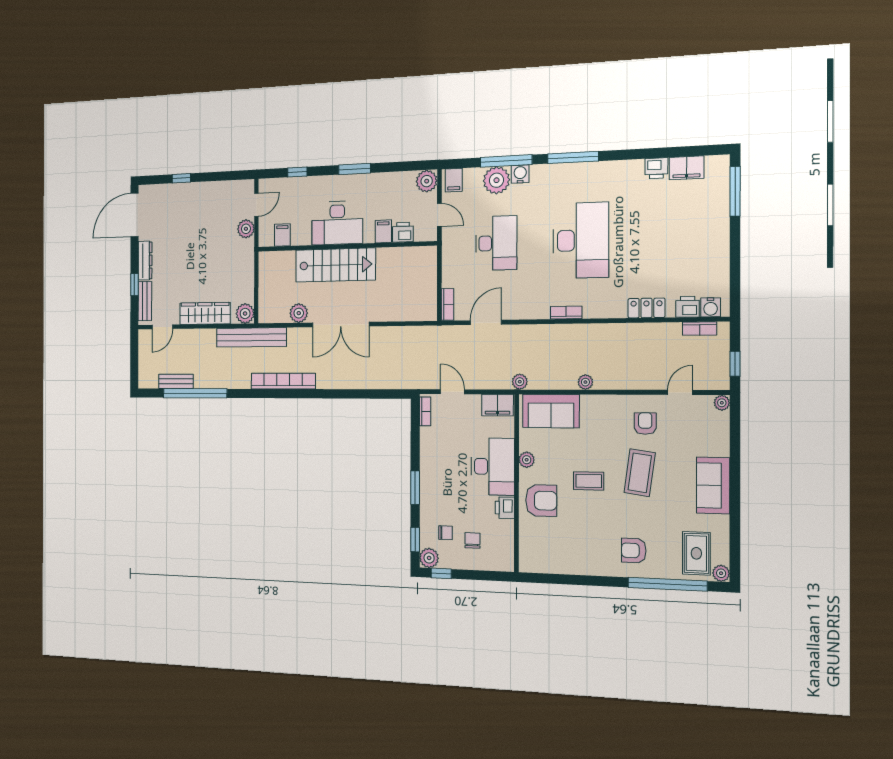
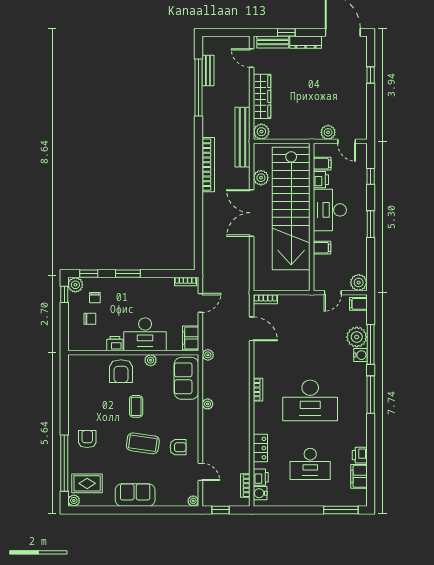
printer: (403, 232) -> (321, 180), moved
desk: (496, 243) -> (310, 464), moved
stairs: (335, 265) -> (291, 208), width x1.86, depth x1.51

